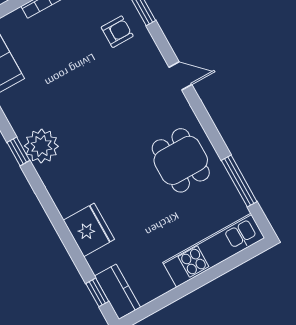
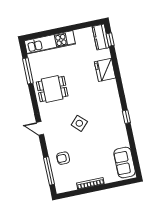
side table: (107, 110) -> (79, 123), added
plant: (41, 146) -> (115, 116), removed
dining table: (181, 160) -> (52, 89), turned 90

